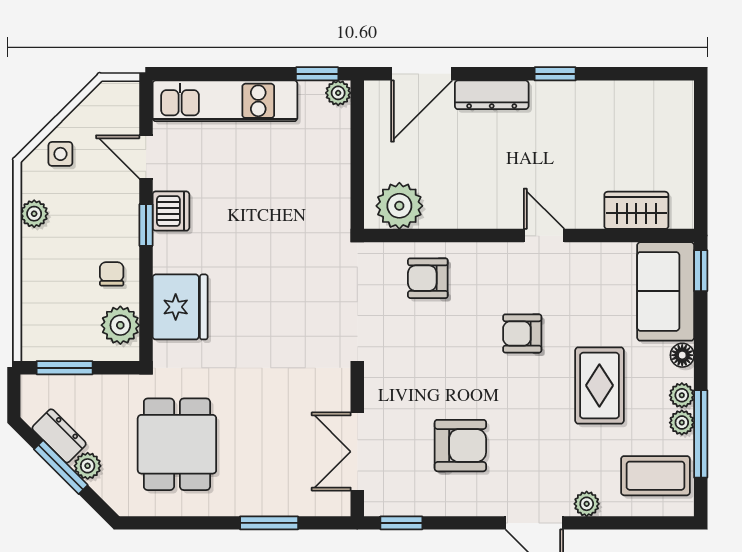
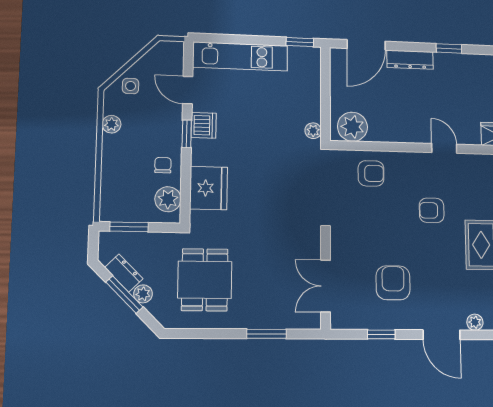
plant: (338, 93) -> (313, 131), moved
armchair: (428, 278) -> (371, 173), turned 180
armchair: (460, 446) -> (393, 283), turned -90
window: (401, 523) -> (381, 334), moved

